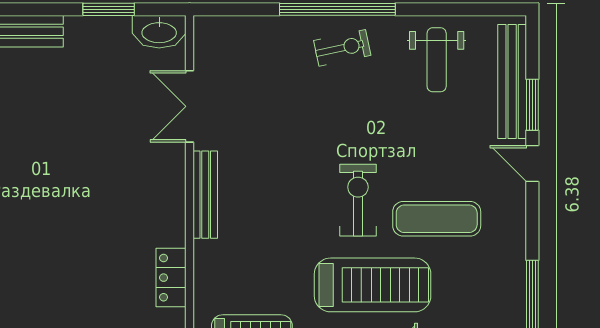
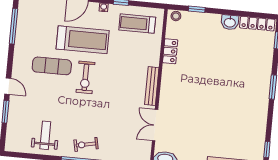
bench: (512, 82) -> (13, 123), removed
double door: (189, 106) -> (155, 125), swing flipped
treadmill: (373, 285) -> (83, 40), turned 180

